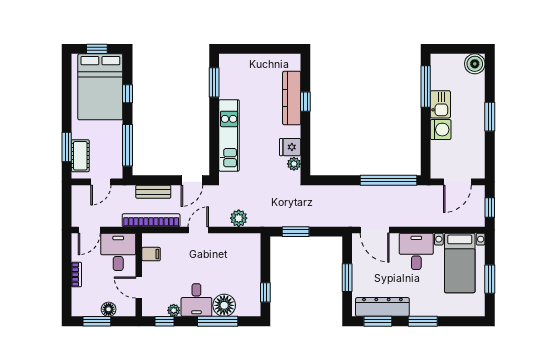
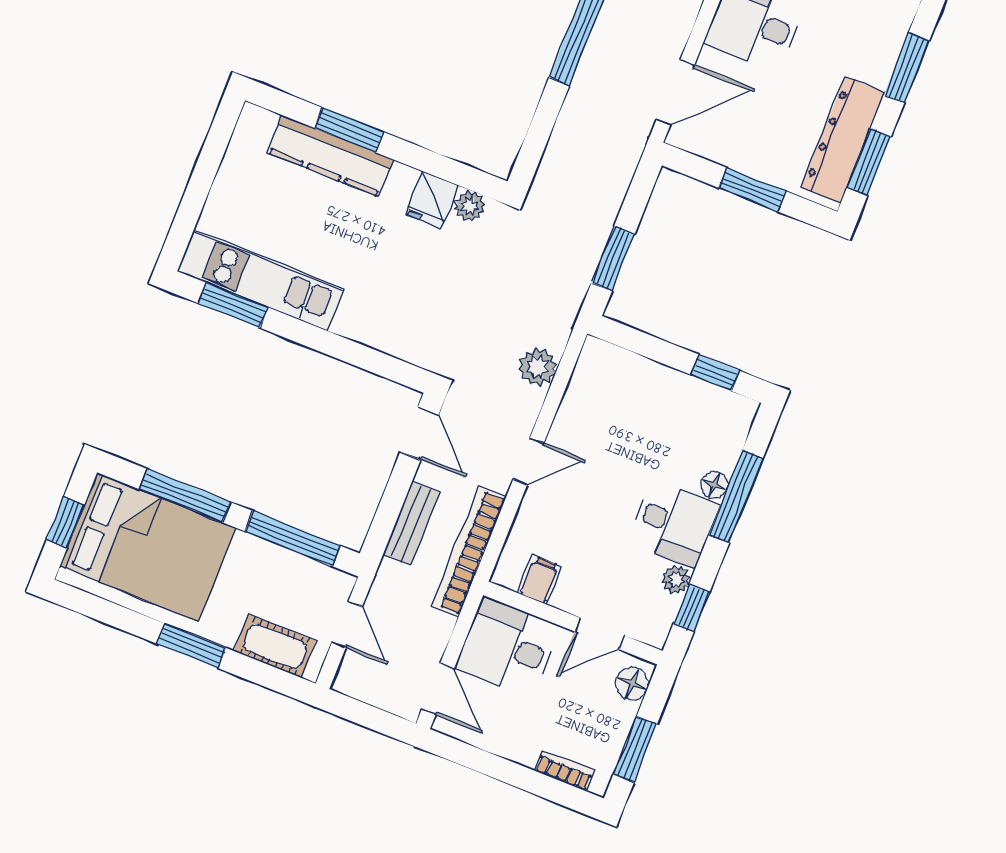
window: (128, 94) -> (185, 496), width x2.17
window: (305, 102) -> (349, 130), width x1.50
kitchen unit: (229, 135) -> (261, 280), moved
window: (67, 147) -> (191, 646), moved
door: (198, 230) -> (529, 461), swing flipped
bookcase: (76, 275) -> (564, 771), moved
floor lamp: (224, 305) -> (714, 485), width x0.53, depth x0.53
floor lamp: (109, 309) -> (632, 684), moved

